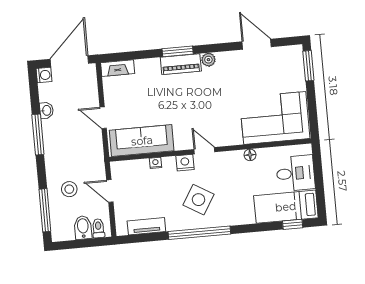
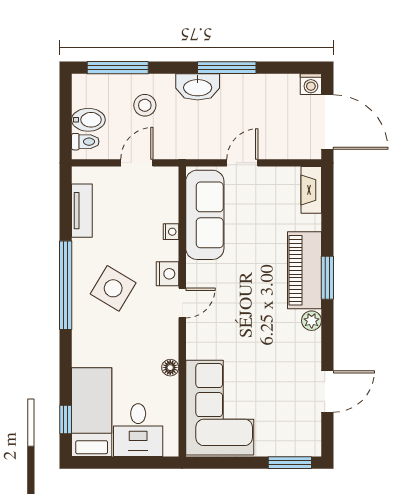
piano: (181, 64) -> (305, 270), width x1.37, depth x1.33
washbasin: (46, 110) -> (198, 87), moved, width x1.91, depth x1.45

